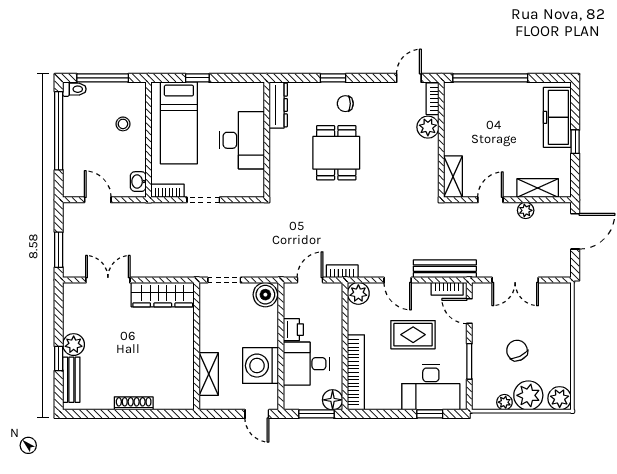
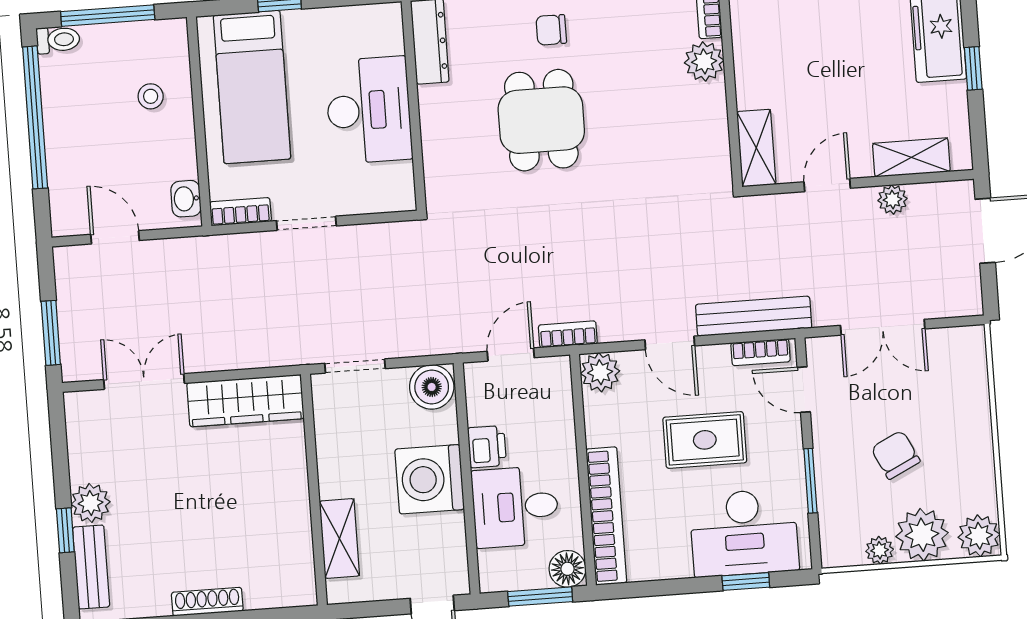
washing machine: (261, 366) -> (430, 479), moved

